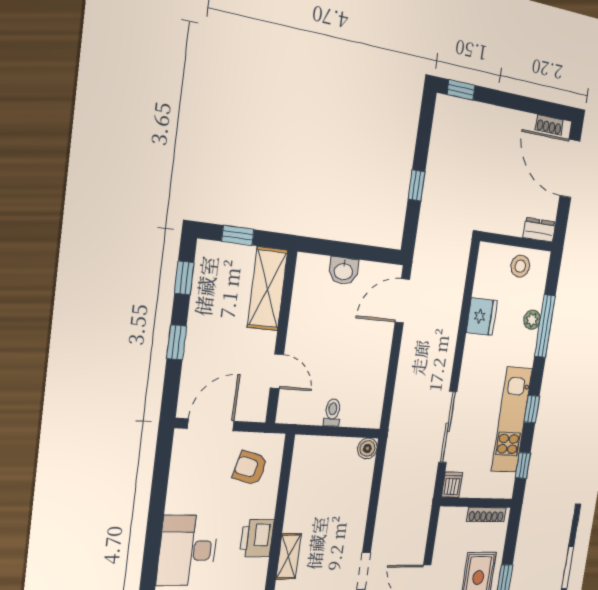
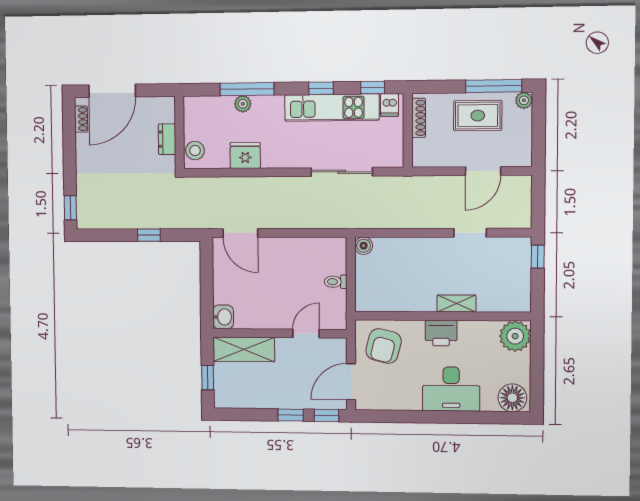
dresser: (539, 230) -> (167, 139), moved
stool: (520, 266) -> (195, 150), moved
washbasin: (343, 271) -> (223, 317), moved
window: (184, 278) -> (326, 416), moved
door: (211, 425) -> (351, 382), hinge flipped
armchair: (250, 468) -> (384, 346), width x1.38, depth x1.38
dishwasher: (452, 485) -> (390, 105), moved, turned -90

